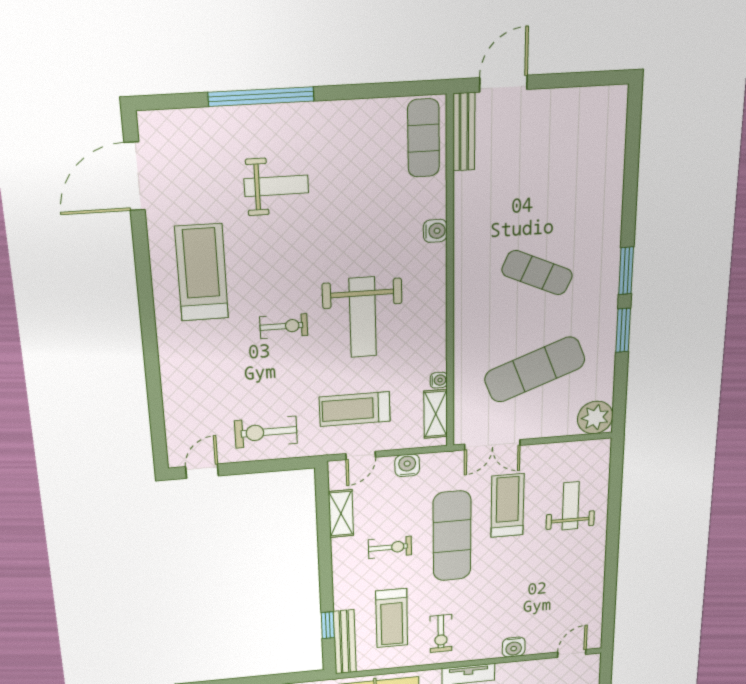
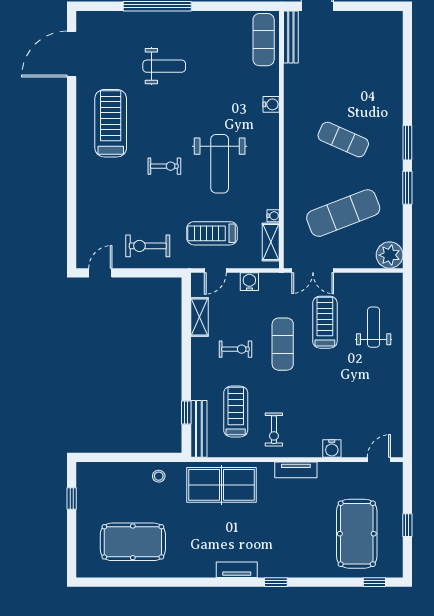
exercise mat: (452, 536) -> (283, 344), width x0.73, depth x0.69
treadmill: (392, 618) -> (236, 411), turned 180

